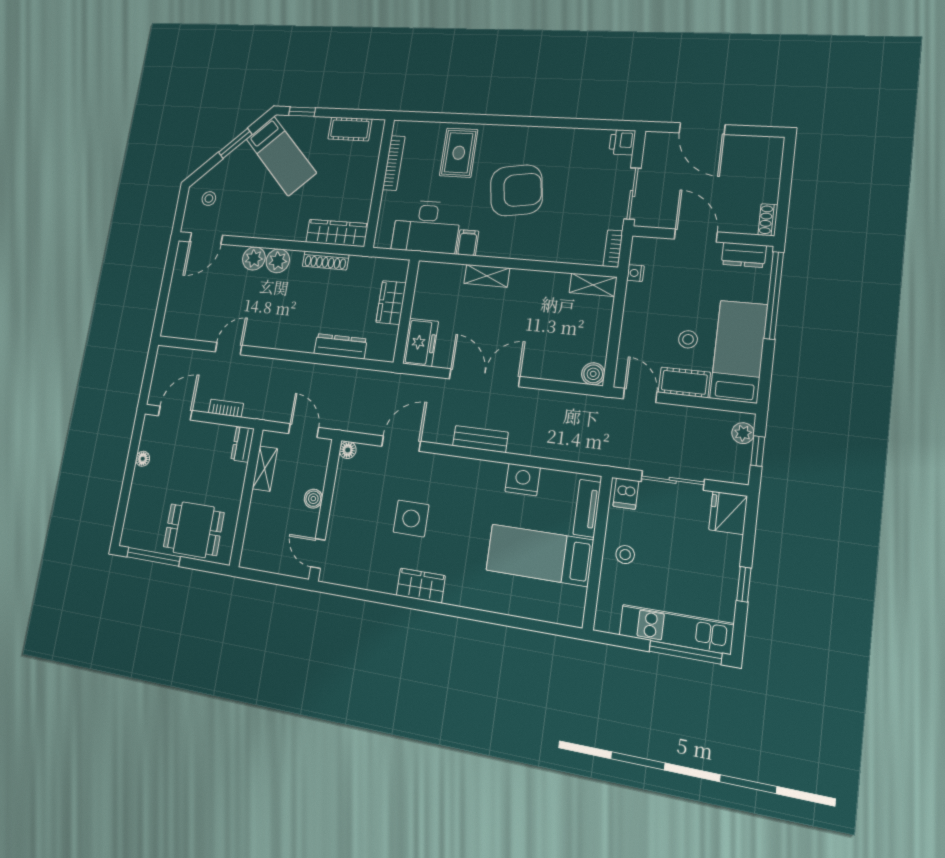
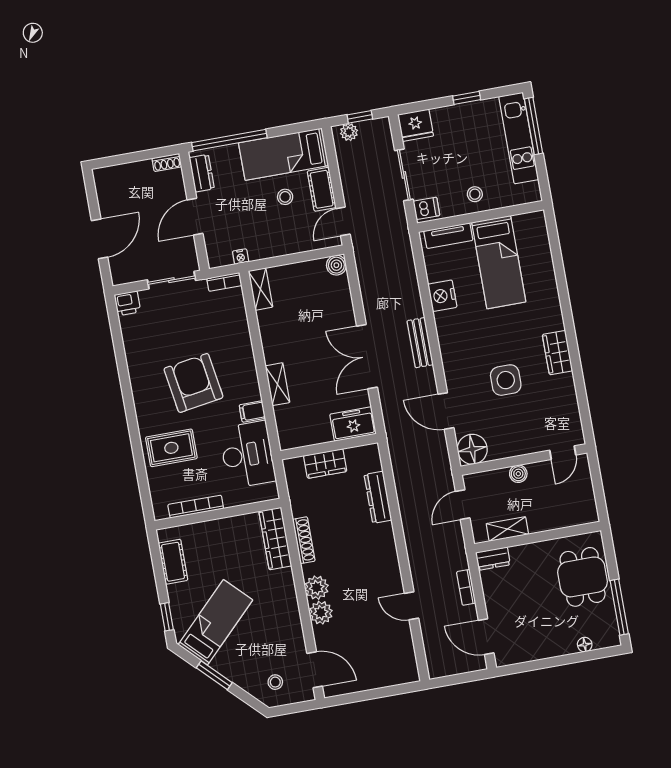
floor lamp: (348, 450) -> (472, 449), width x1.89, depth x1.89
floor lamp: (143, 459) -> (585, 645), moved

